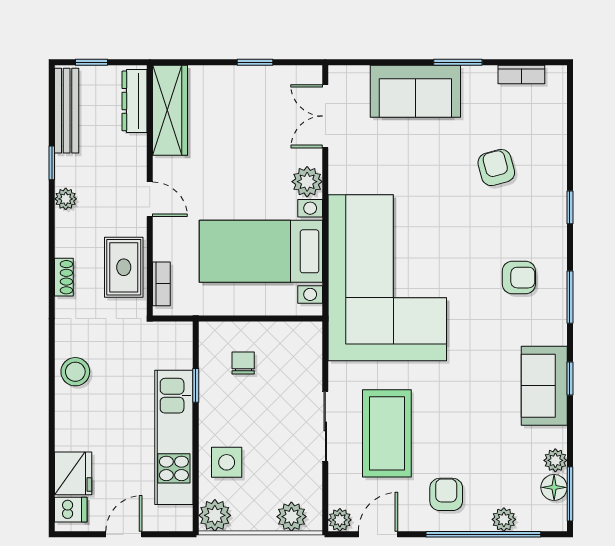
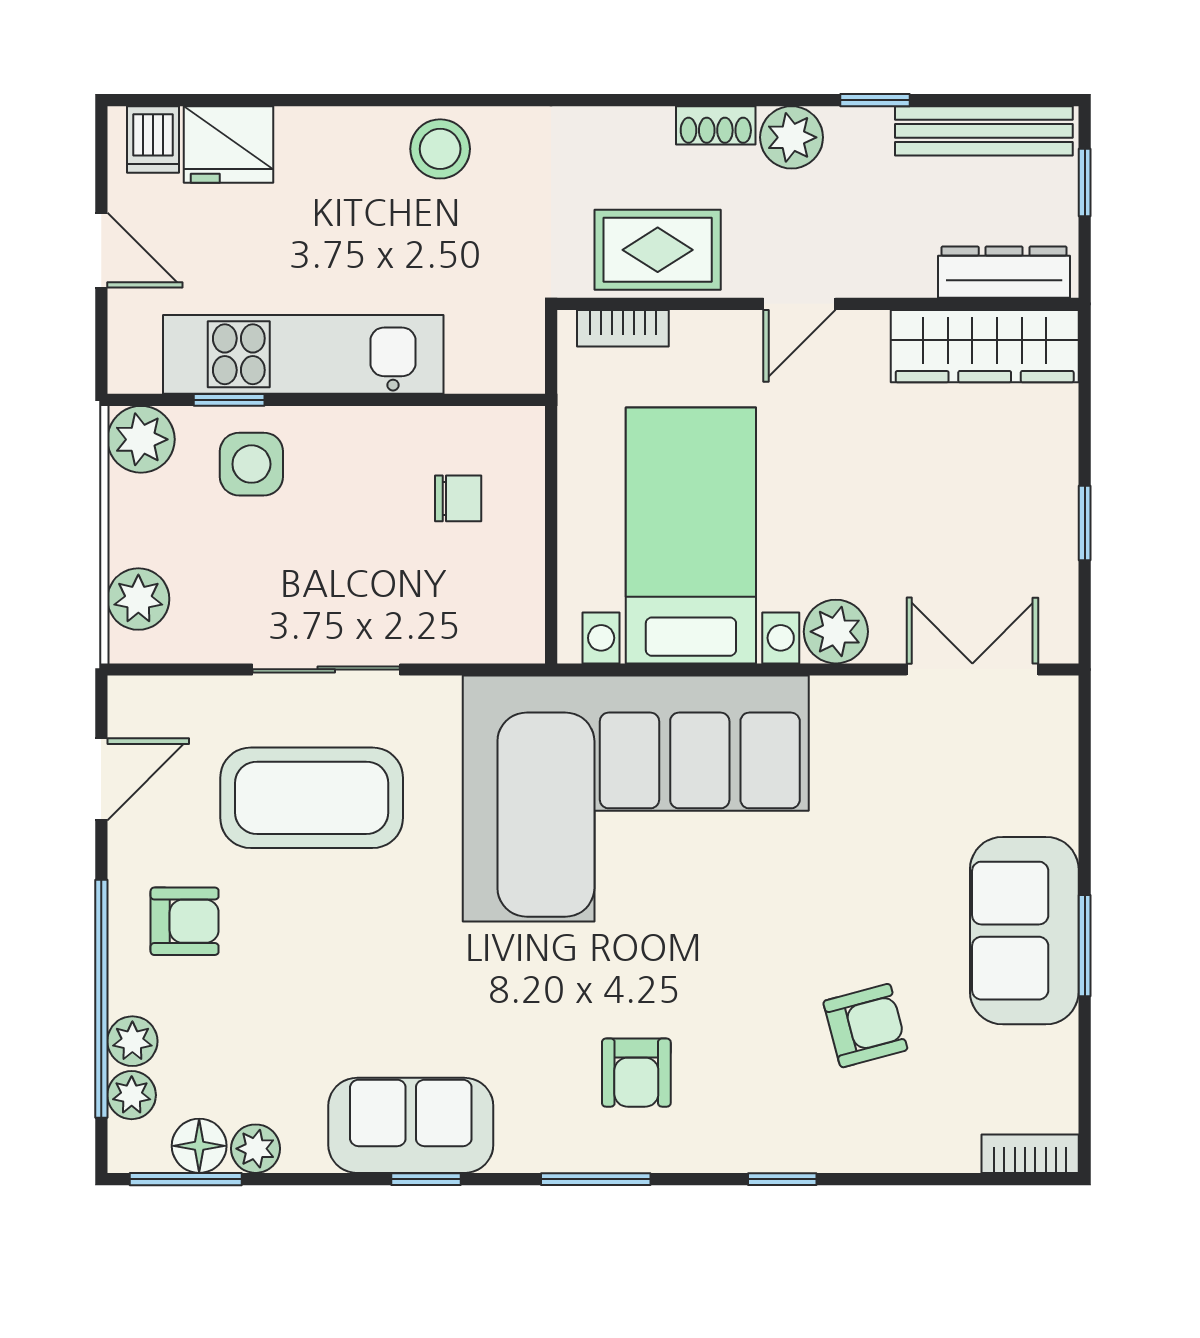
bookcase: (521, 74) -> (1030, 1154), moved, turned 90
sofa: (415, 91) -> (1024, 931), moved
plant: (66, 199) -> (792, 137), width x1.38, depth x1.38
shoe rack: (64, 277) -> (716, 125), moved
window: (196, 385) -> (229, 400), moved
plant: (340, 520) -> (132, 1095), moved
door: (378, 534) -> (101, 779), hinge flipped

